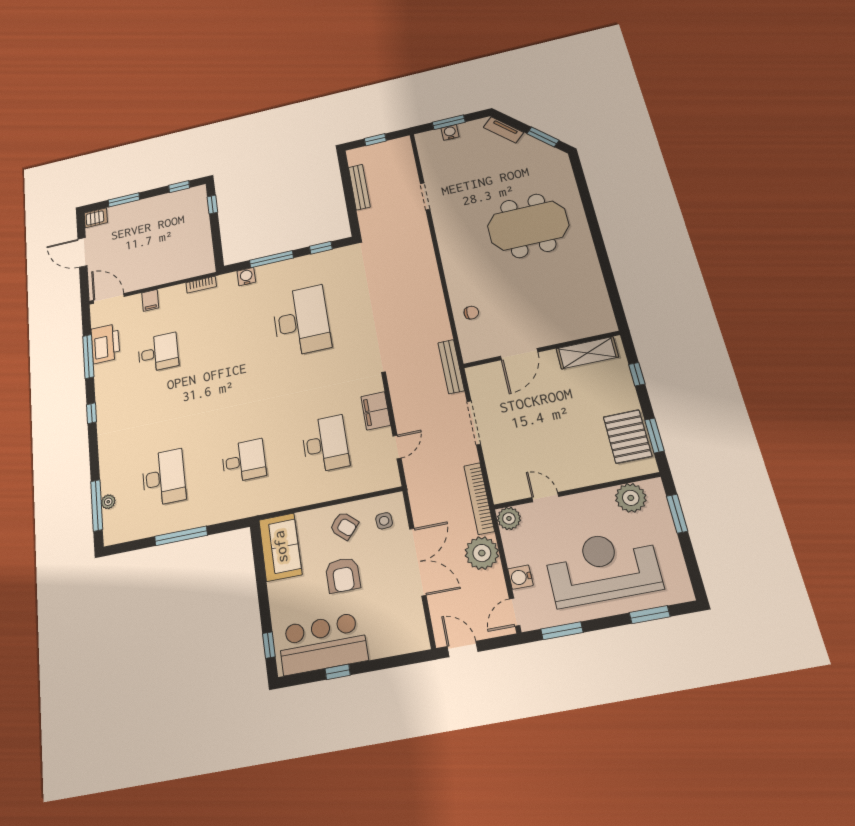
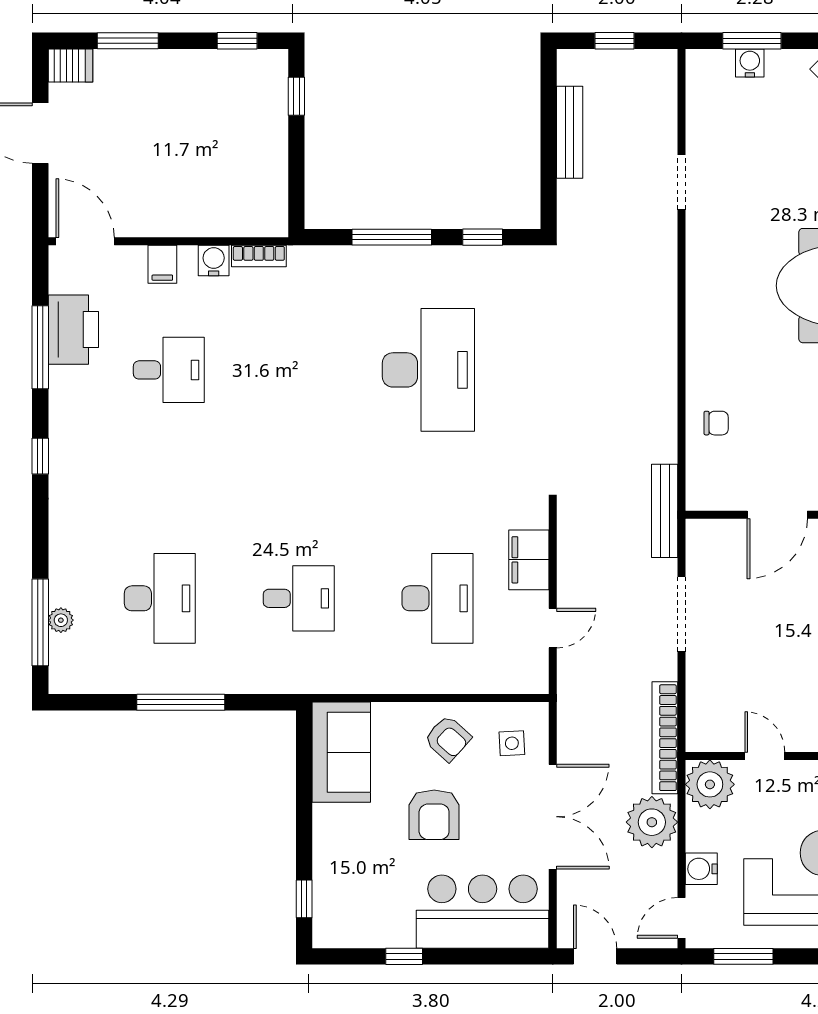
water cooler: (246, 277) -> (214, 260), moved
plant: (509, 518) -> (710, 784), width x1.36, depth x1.36
bar counter: (323, 644) -> (483, 912), moved

